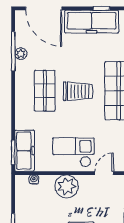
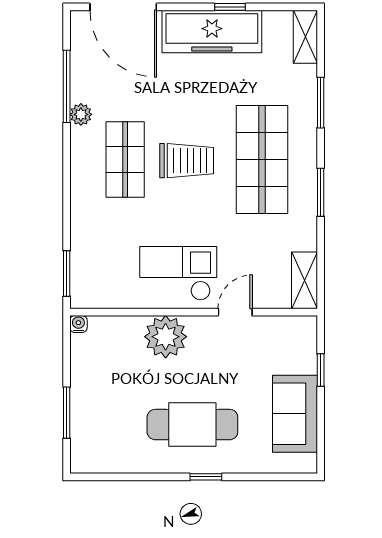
plant: (21, 54) -> (81, 114), moved
freezer: (25, 151) -> (88, 271), removed
water cooler: (34, 180) -> (78, 324), moved

